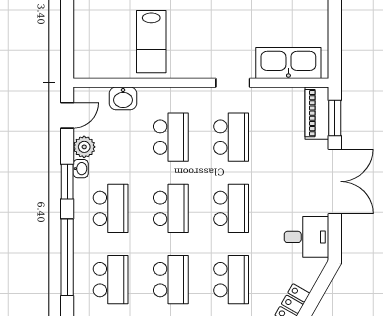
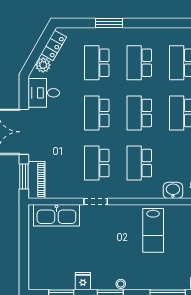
lab bench: (151, 42) -> (153, 230), turned 180
plant: (307, 277) -> (43, 65), added

